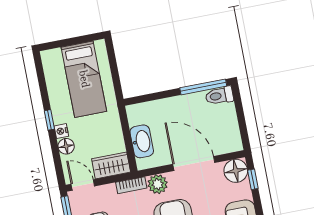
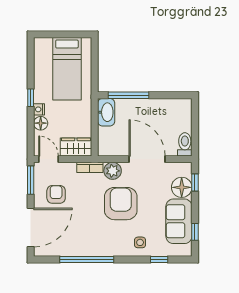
window: (203, 87) -> (128, 95), moved
toilet: (219, 96) -> (185, 144), moved, turned 90
washbasin: (142, 141) -> (106, 112), moved
floor lamp: (236, 171) -> (182, 187), moved

